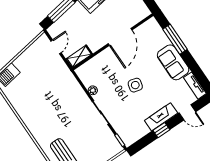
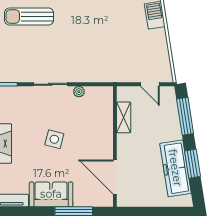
door: (120, 37) -> (115, 177), moved
shelving: (79, 56) -> (124, 117), moved

